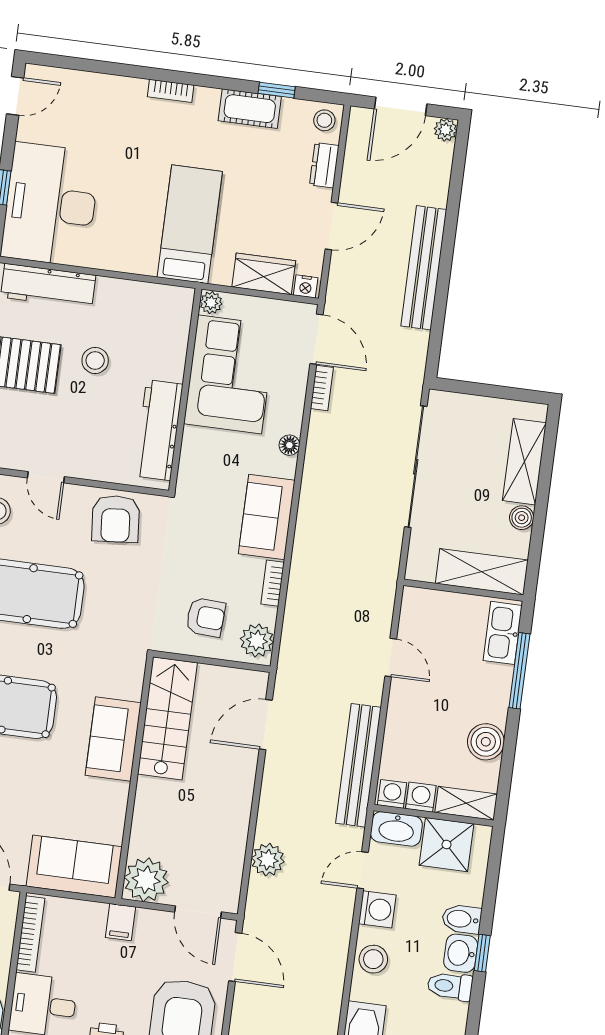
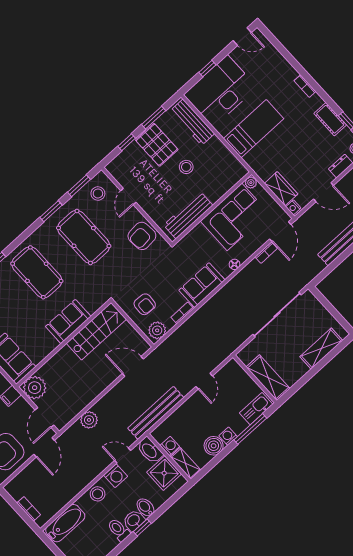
bed: (190, 224) -> (254, 129), moved
boiler: (522, 518) -> (302, 370), removed
washing machine: (392, 794) -> (228, 436), moved, turned -90

